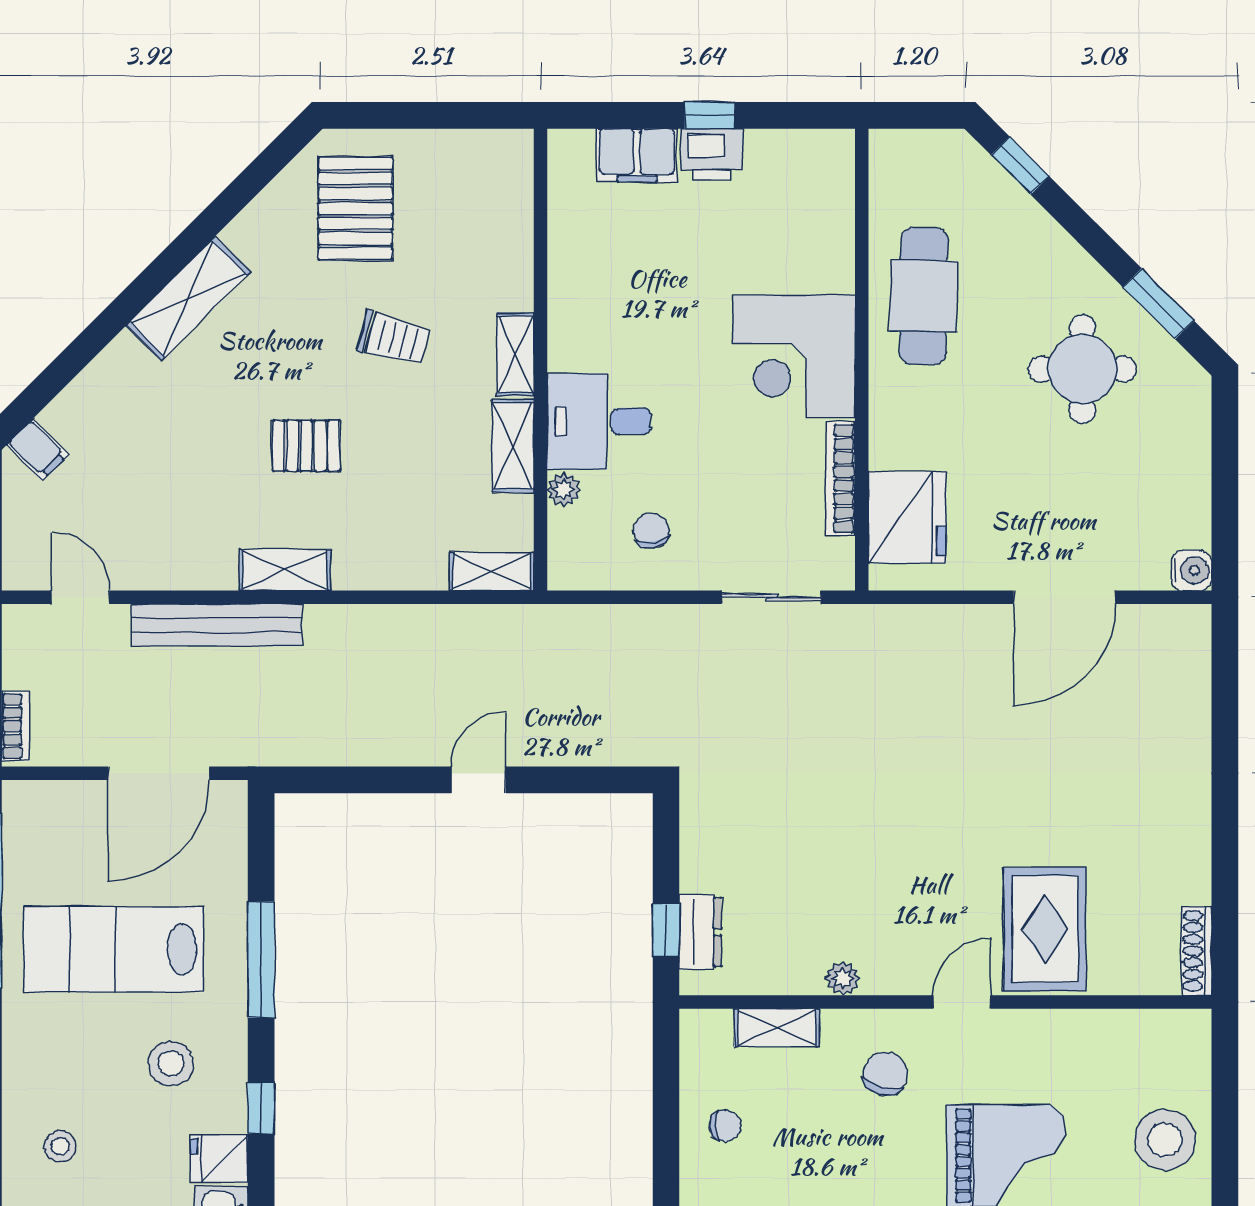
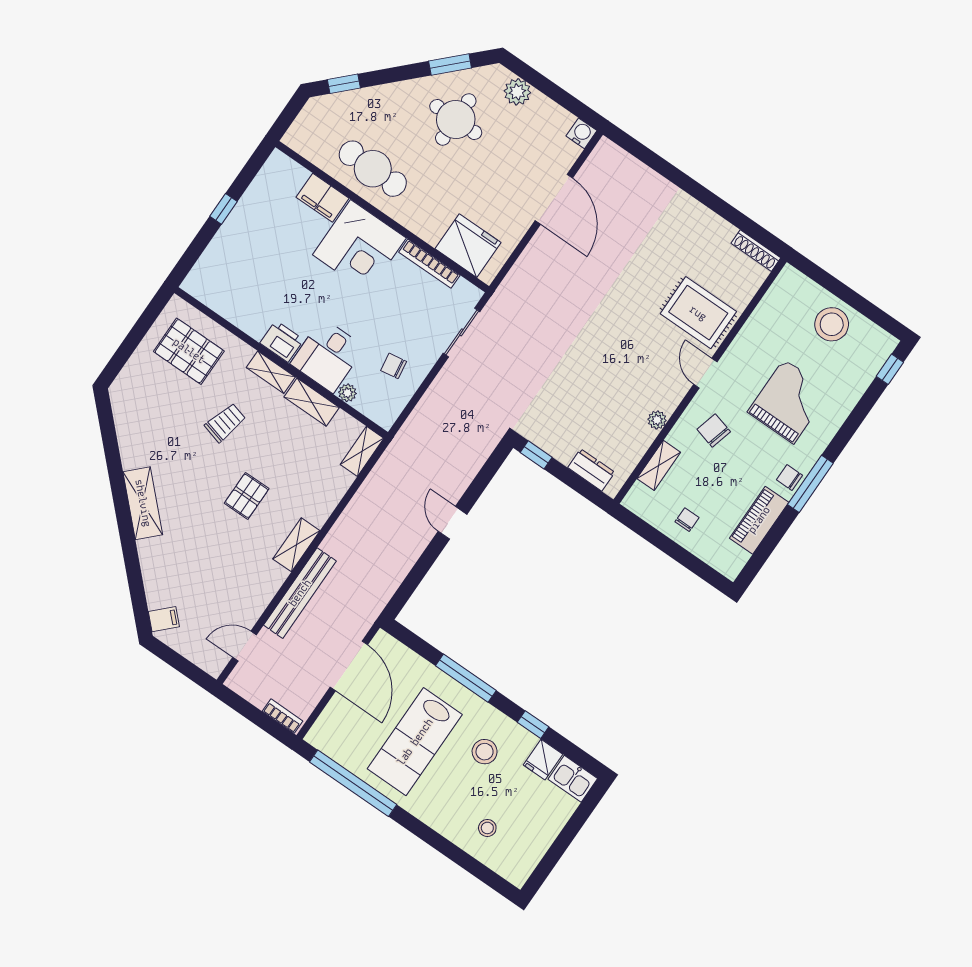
printer: (712, 154) -> (282, 341), moved, turned -90
filing cabinet: (637, 155) -> (323, 198), moved, turned 90
pallet: (355, 209) -> (189, 351), moved
plant: (1187, 432) -> (517, 92), added
window: (666, 930) -> (536, 455), moved

